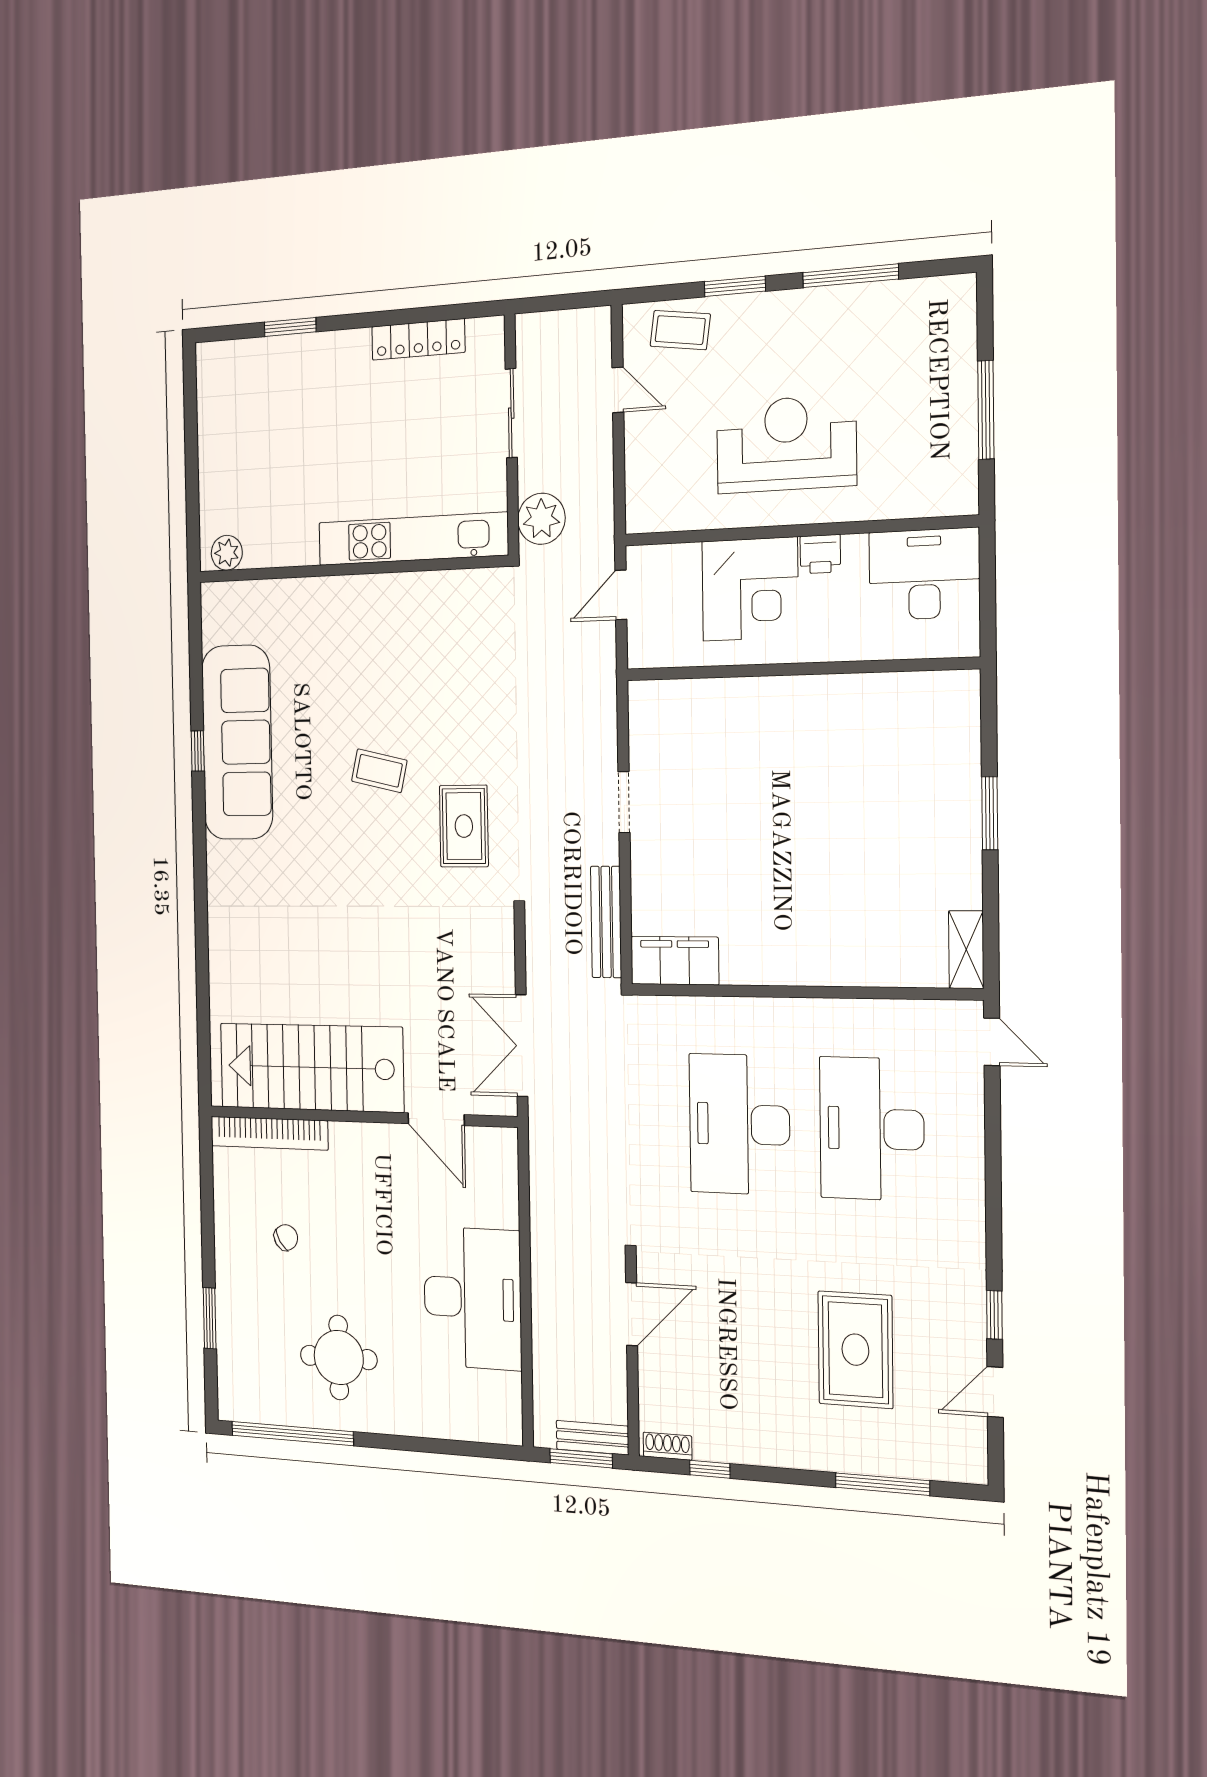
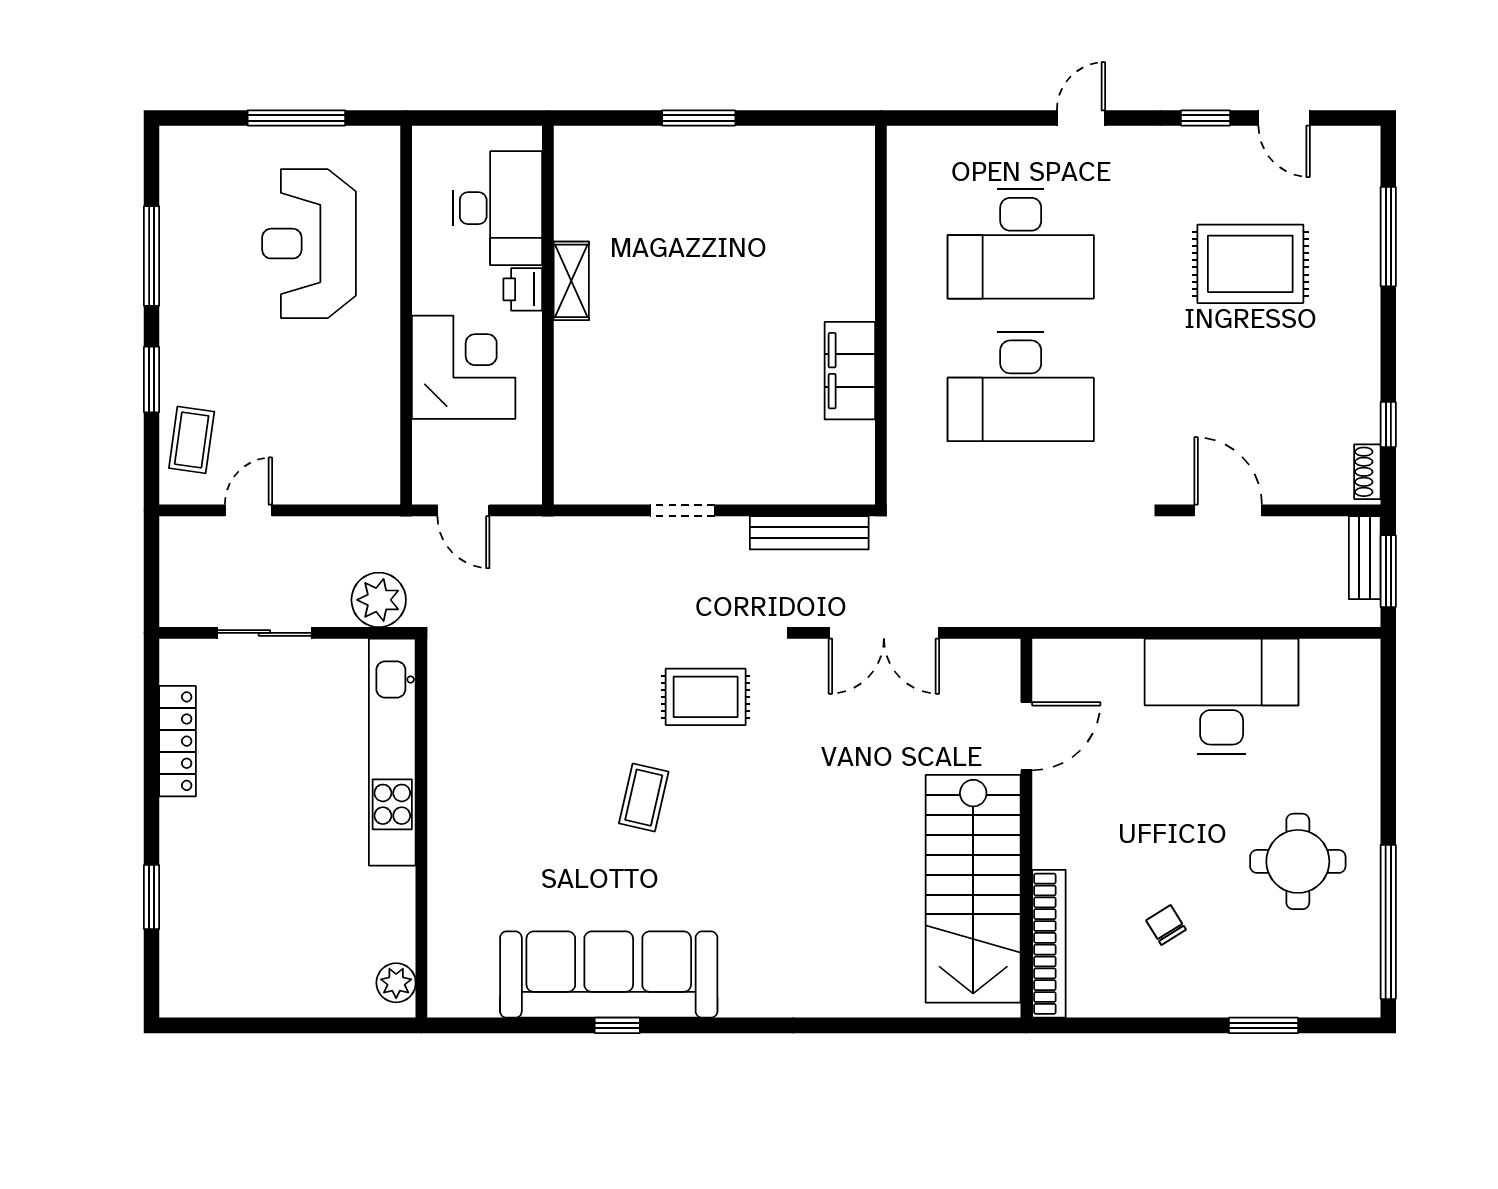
reception desk: (786, 444) -> (309, 244), moved
printer: (820, 554) -> (523, 289), moved, turned 180
desk: (924, 574) -> (497, 208), moved, turned 180
shelving: (966, 950) -> (571, 281), moved, turned 90
filing cabinet: (675, 961) -> (850, 371), moved
door: (992, 1042) -> (1081, 118), moved
double door: (522, 1046) -> (884, 633), moved

